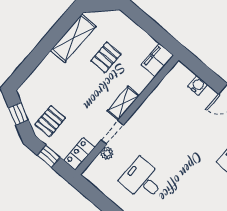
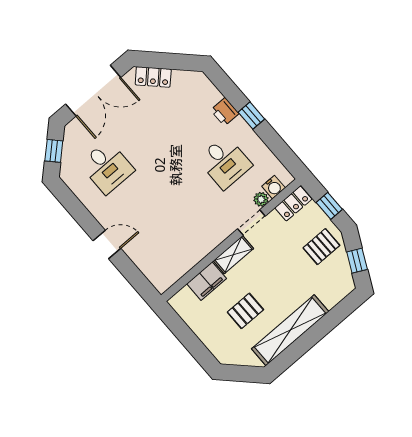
shelving: (73, 38) -> (290, 330), width x1.47
filing cabinet: (157, 60) -> (207, 281), moved
water cooler: (198, 85) -> (274, 187), moved, turned -90

